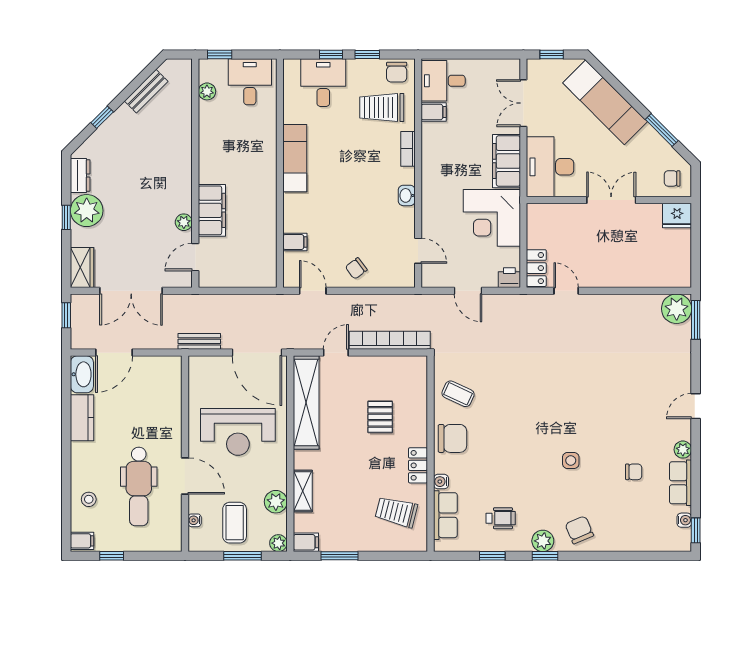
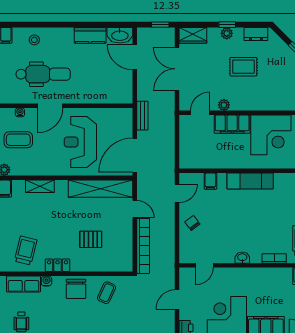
corner desk: (227, 154) -> (271, 135), added
exam couch: (295, 158) -> (250, 181), moved
rug: (128, 194) -> (243, 67), added
plant: (87, 211) -> (227, 33), width x0.53, depth x0.53
door: (195, 257) -> (200, 113), hinge flipped
dental chair: (139, 486) -> (43, 74), turned 180
plant: (276, 502) -> (33, 168), removed

